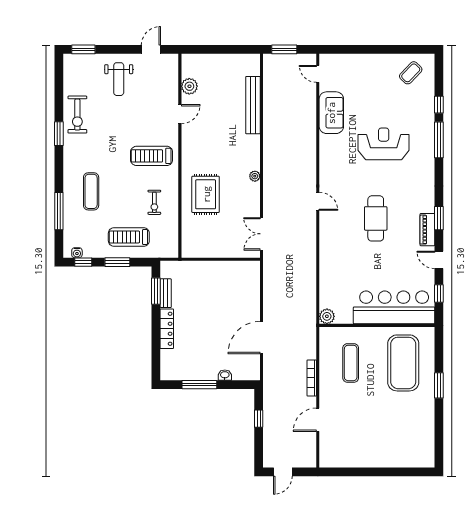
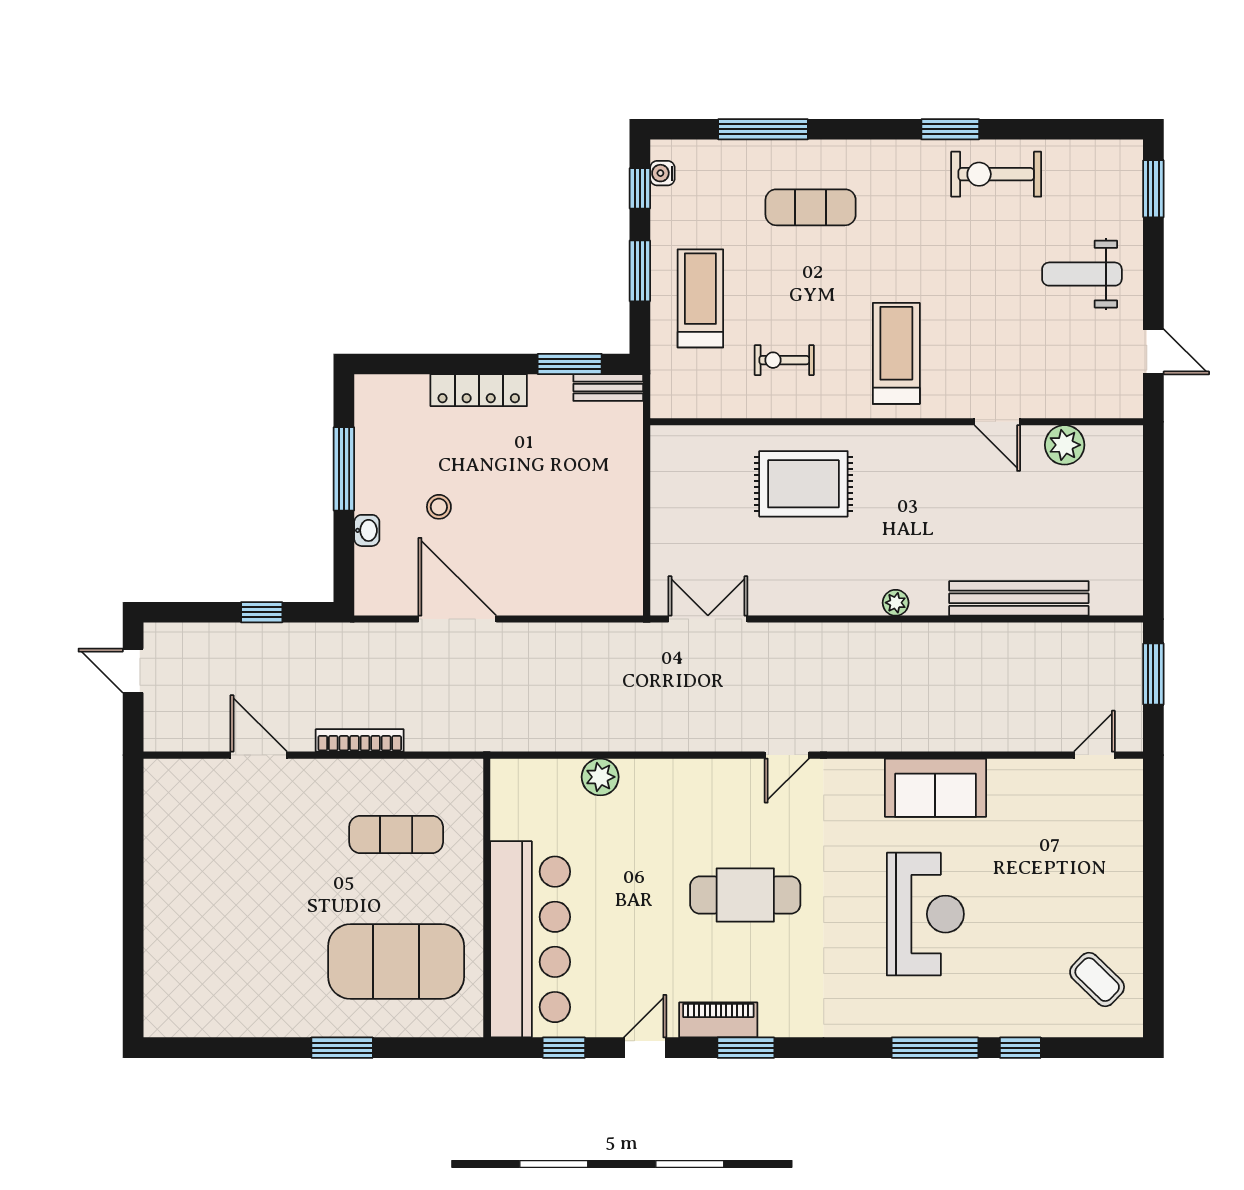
sofa: (331, 113) -> (935, 788), moved
plant: (255, 176) -> (896, 603), moved
bench: (166, 293) -> (608, 388), moved
plant: (327, 316) -> (600, 777), moved
stool: (215, 345) -> (439, 507), added

